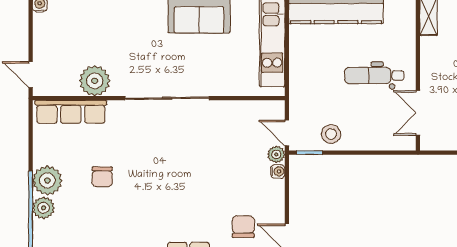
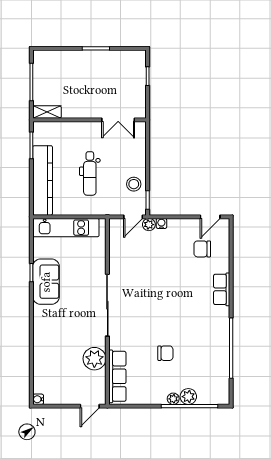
dental chair: (374, 75) -> (90, 173), moved
plant: (47, 180) -> (173, 399), width x0.53, depth x0.53

